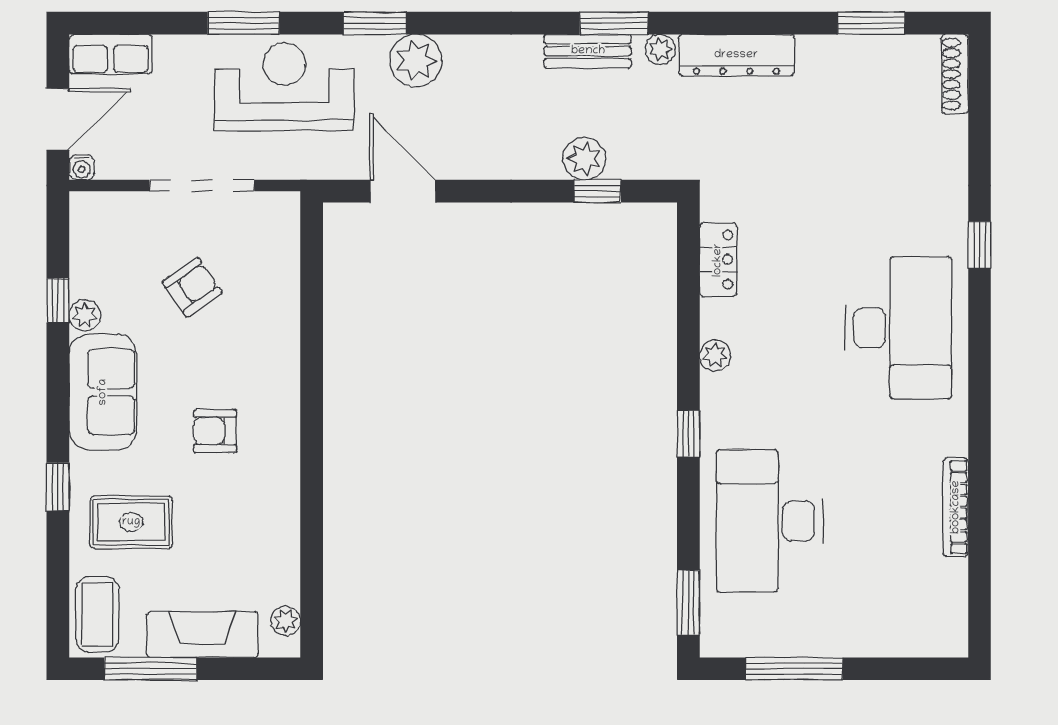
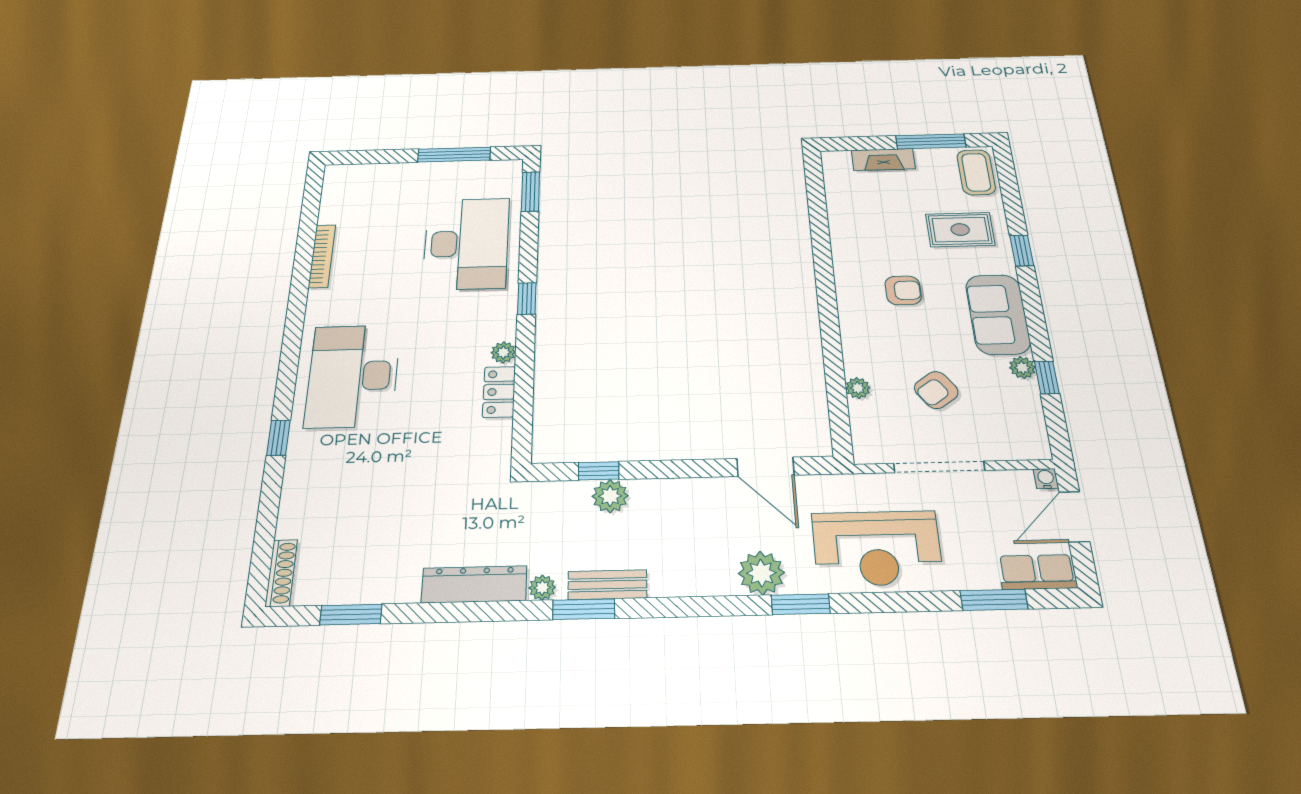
window: (243, 23) -> (994, 600), moved
locker: (718, 260) -> (499, 392), moved
plant: (286, 621) -> (858, 388), moved
fireplace: (202, 635) -> (883, 160), width x0.73, depth x0.76

